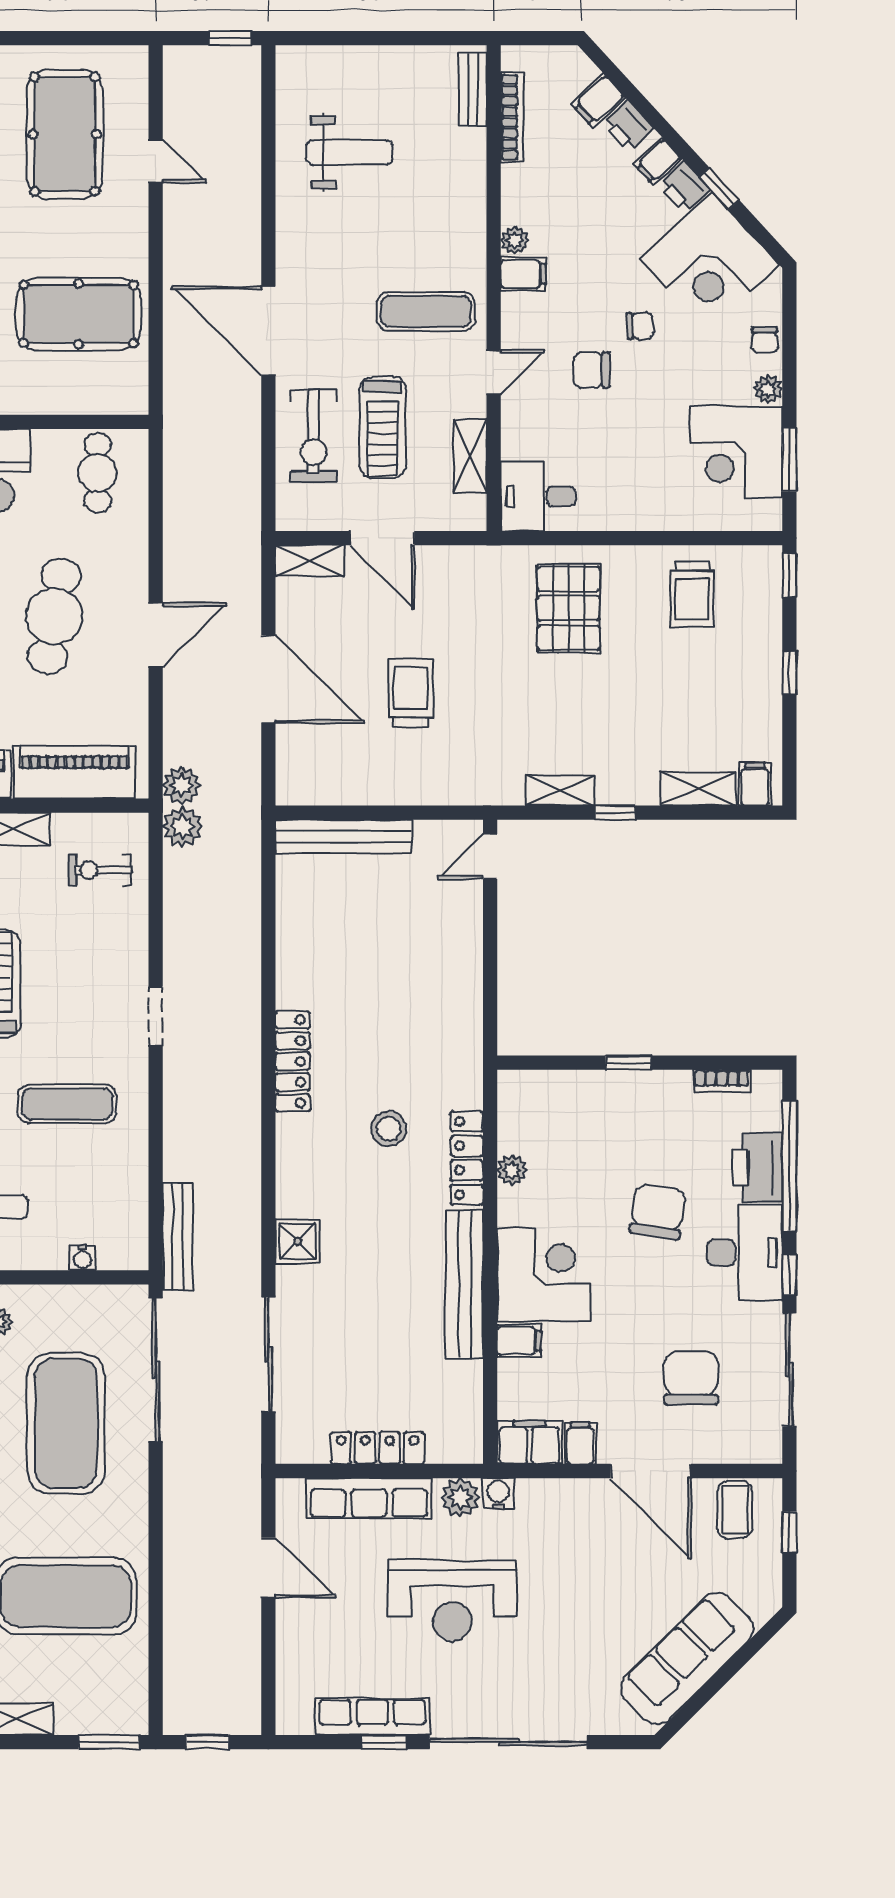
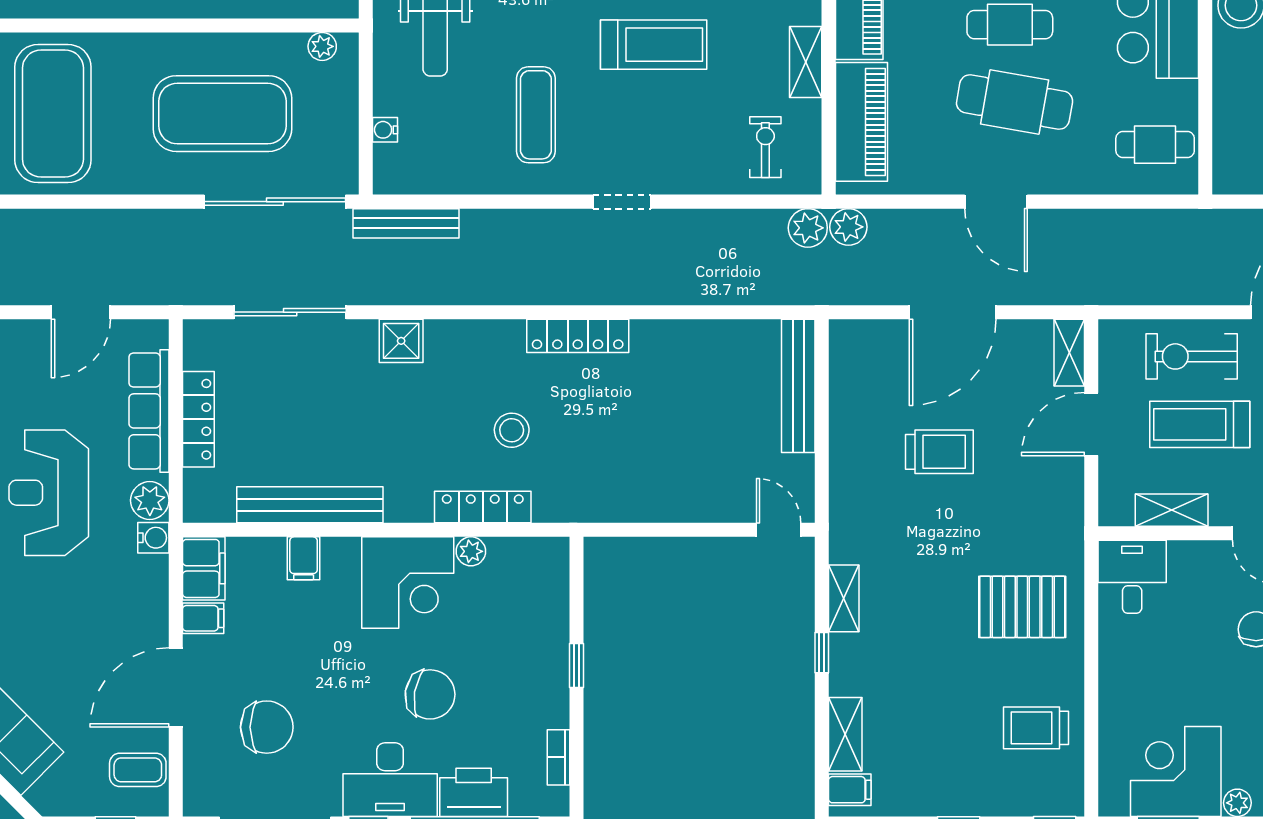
corner desk: (544, 1275) -> (408, 583), moved
bench: (465, 1284) -> (310, 505), moved

